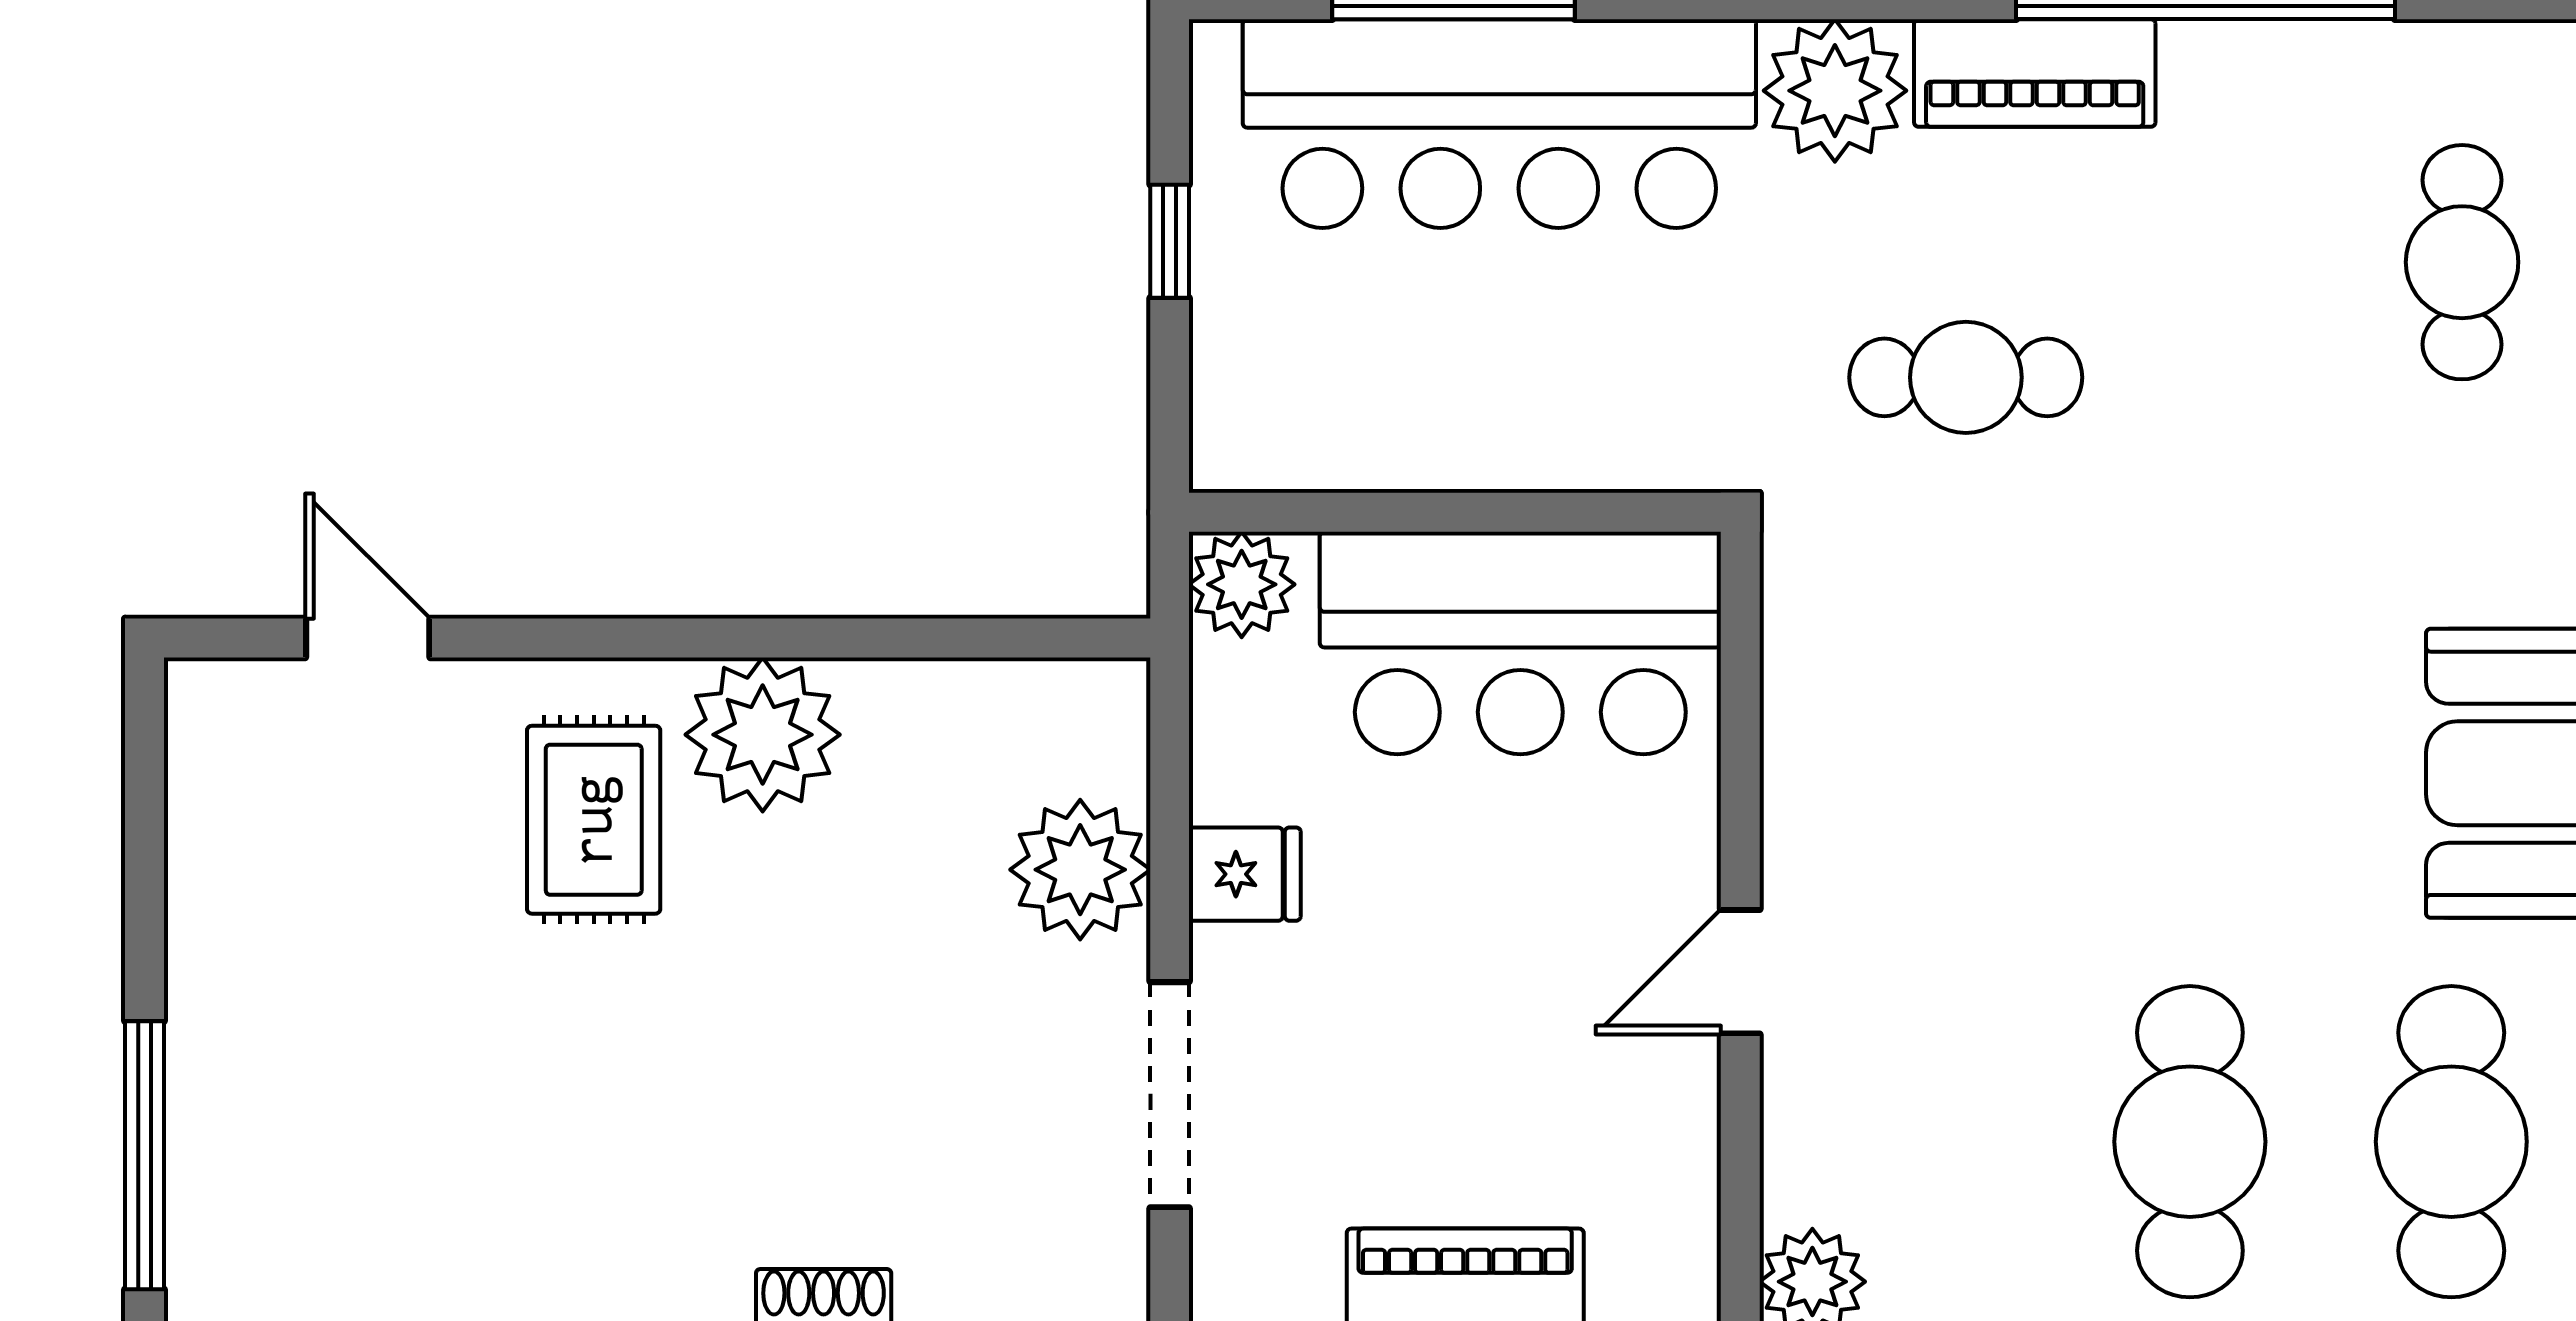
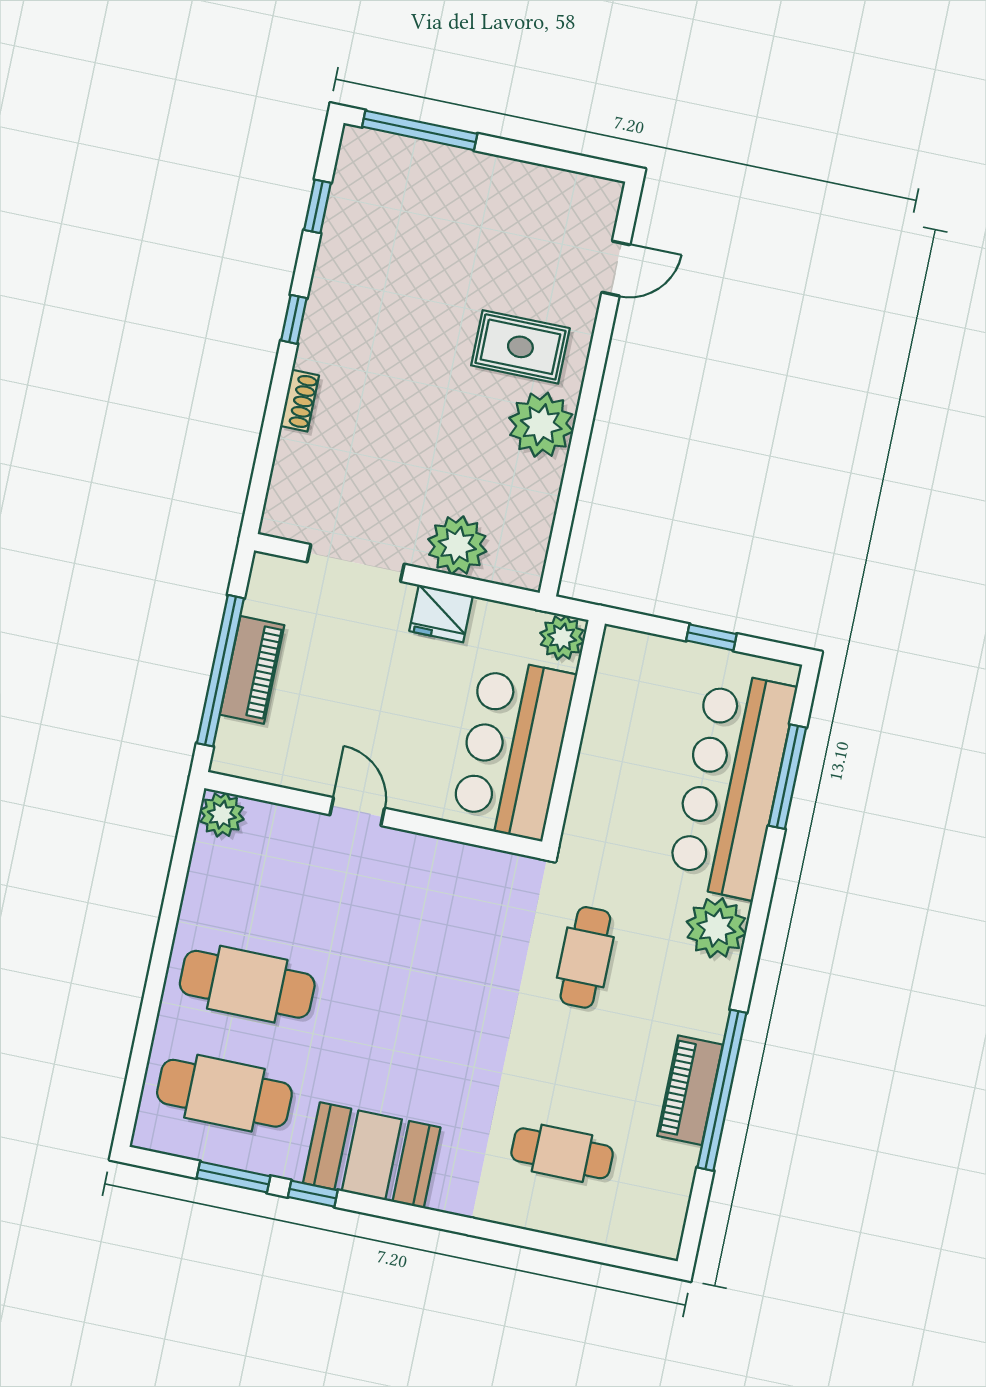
piano: (2035, 73) -> (690, 1090), moved
cafe table: (2462, 262) -> (562, 1153), moved
fridge: (1245, 874) -> (441, 614), width x1.38

